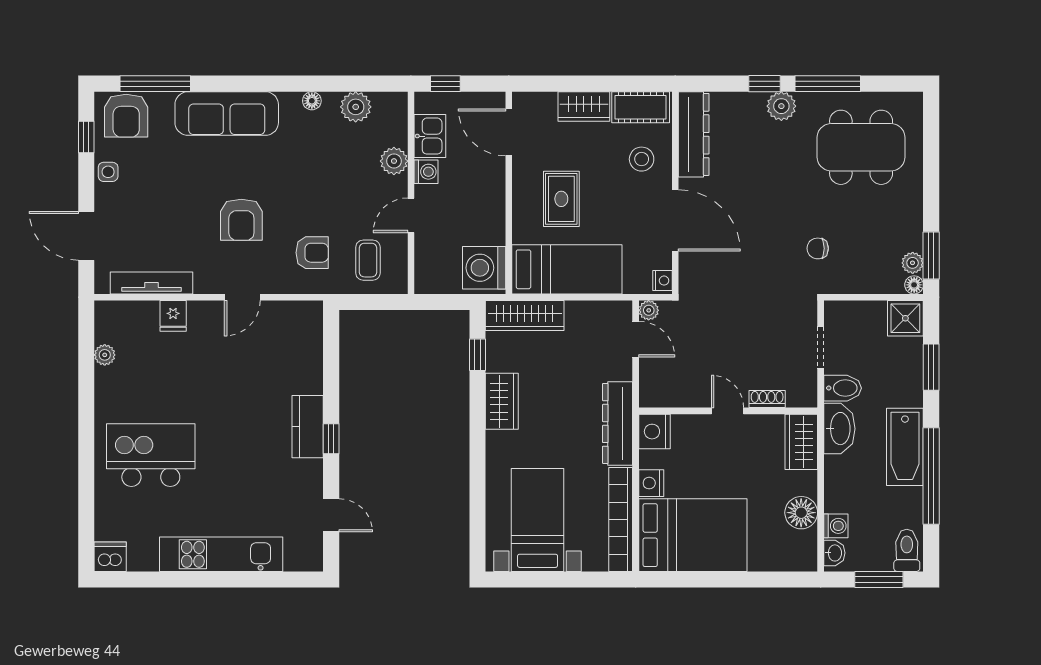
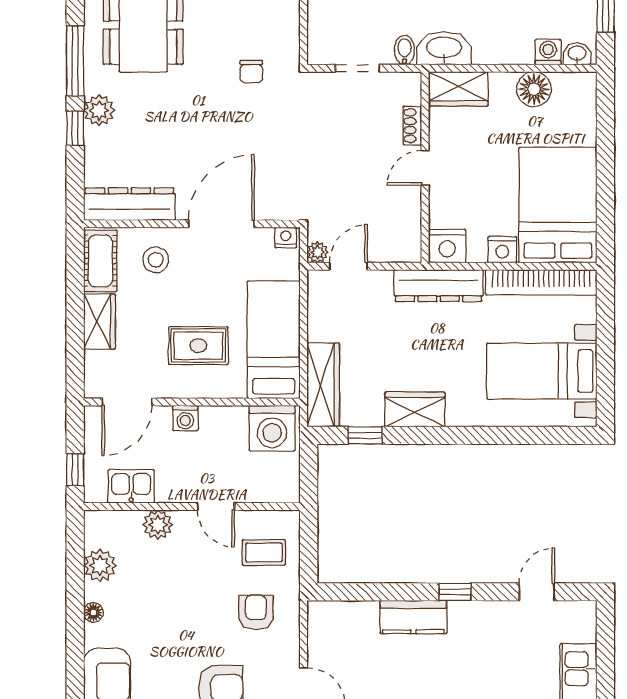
washing machine: (426, 172) -> (185, 418), moved, turned 180
bidet: (843, 388) -> (404, 50), width x0.72, depth x0.74
kitchen counter: (308, 427) -> (413, 617), moved

